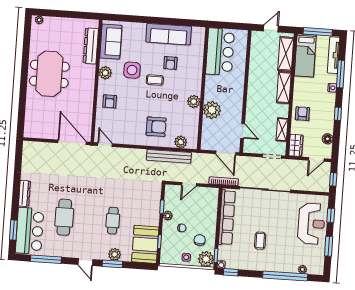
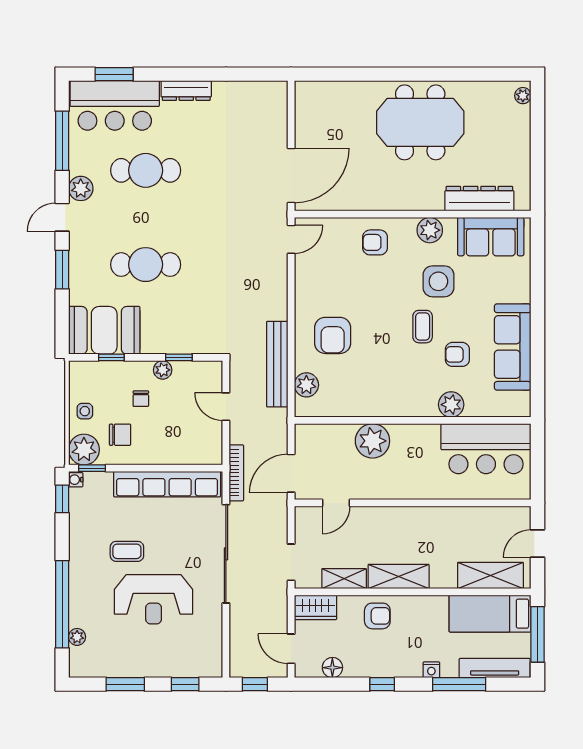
door: (271, 28) -> (537, 544), swing flipped
shelving: (284, 88) -> (399, 576), moved
plant: (194, 102) -> (451, 405), moved
cafe table: (113, 221) -> (146, 265), width x1.37, depth x1.35
reception desk: (311, 224) -> (154, 599), moved
plant: (115, 254) -> (81, 188), moved

